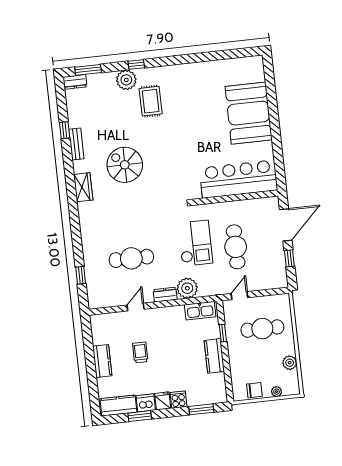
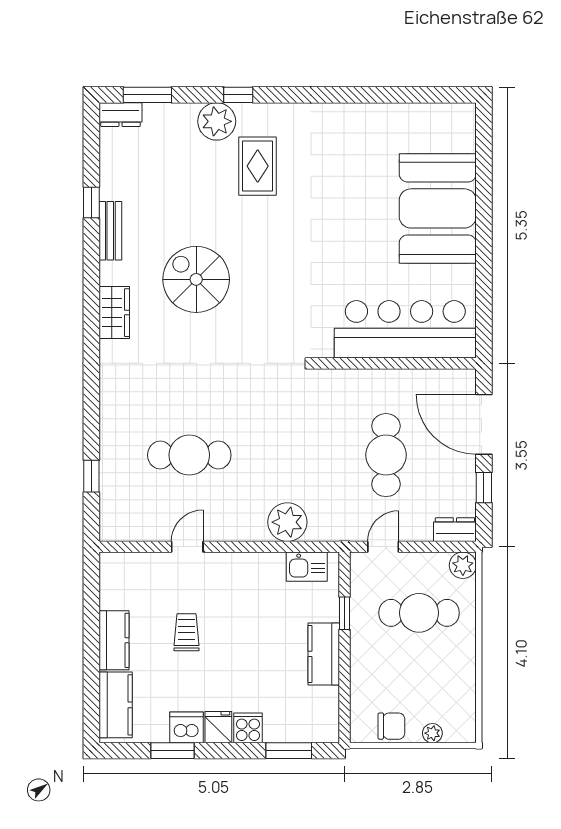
door: (286, 225) -> (484, 424), swing flipped
checkout: (195, 243) -> (311, 440), removed
dresser: (165, 295) -> (455, 530), moved
kitchen sink: (200, 311) -> (307, 567), width x0.73
plant: (290, 363) -> (463, 565), moved
kitchen counter: (118, 405) -> (116, 705), moved, turned 90

